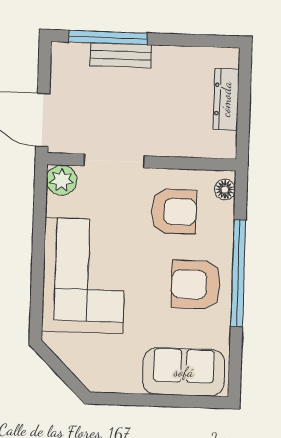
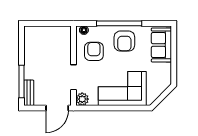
bench: (121, 55) -> (29, 93), moved
dresser: (226, 99) -> (46, 31), removed

